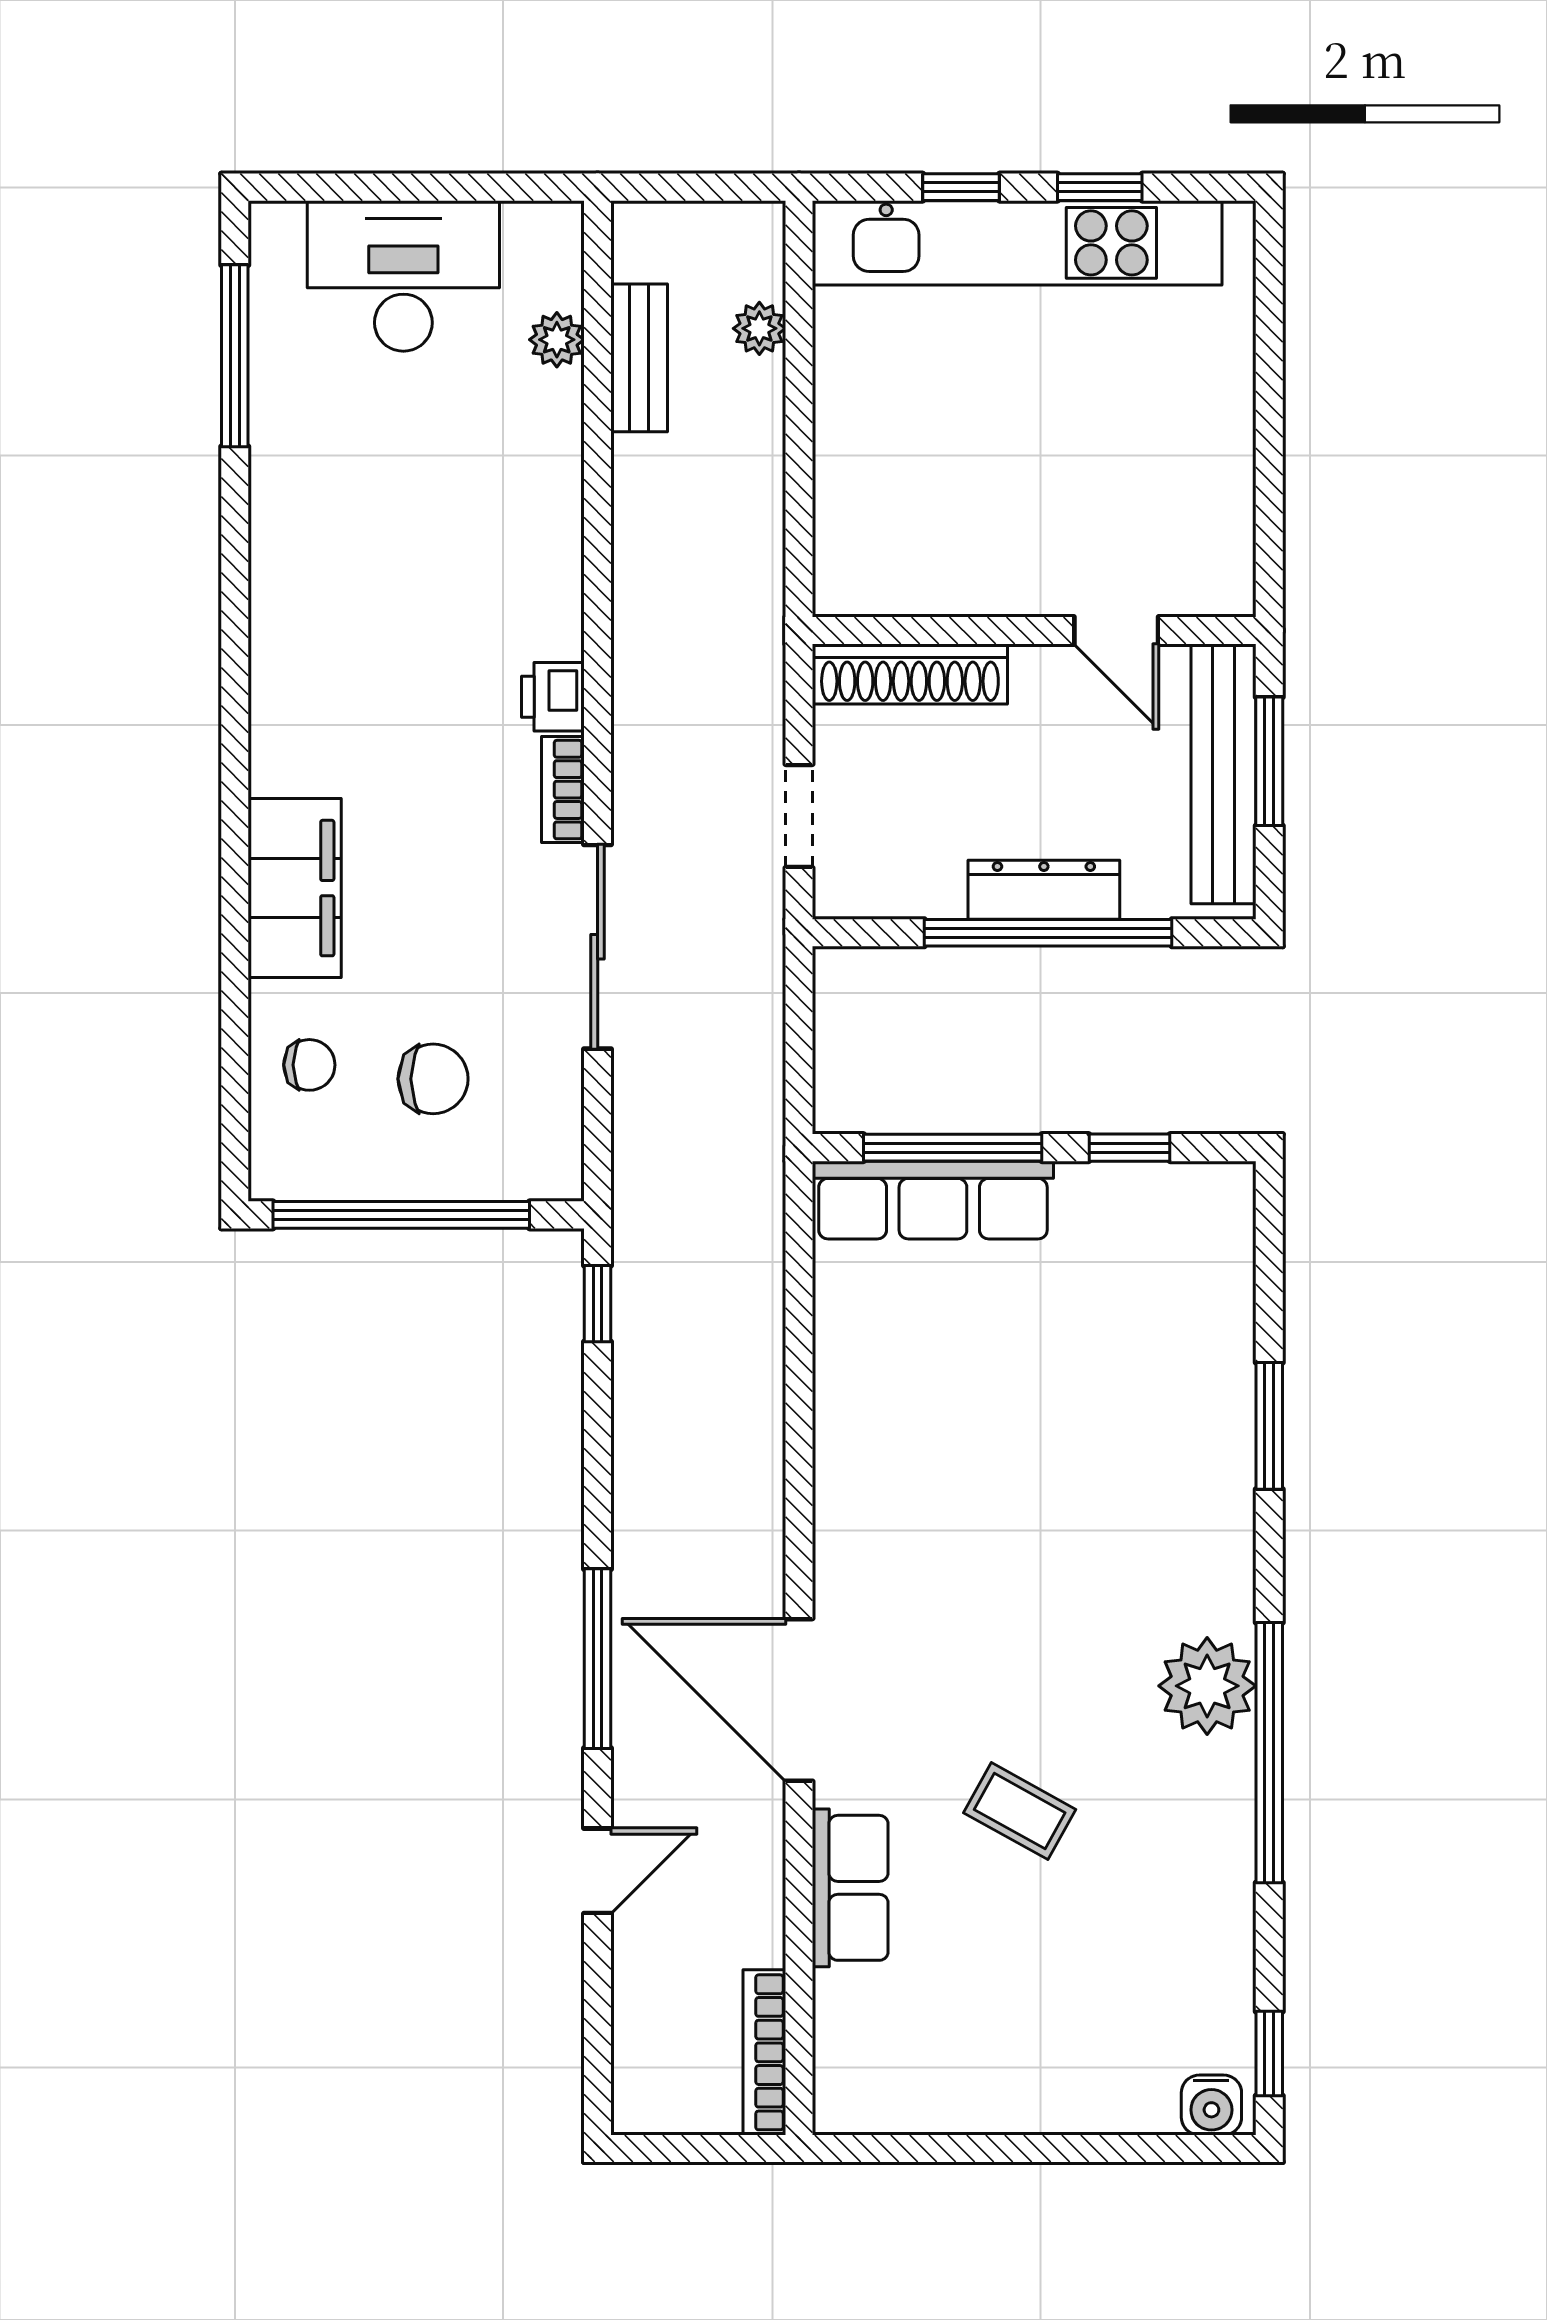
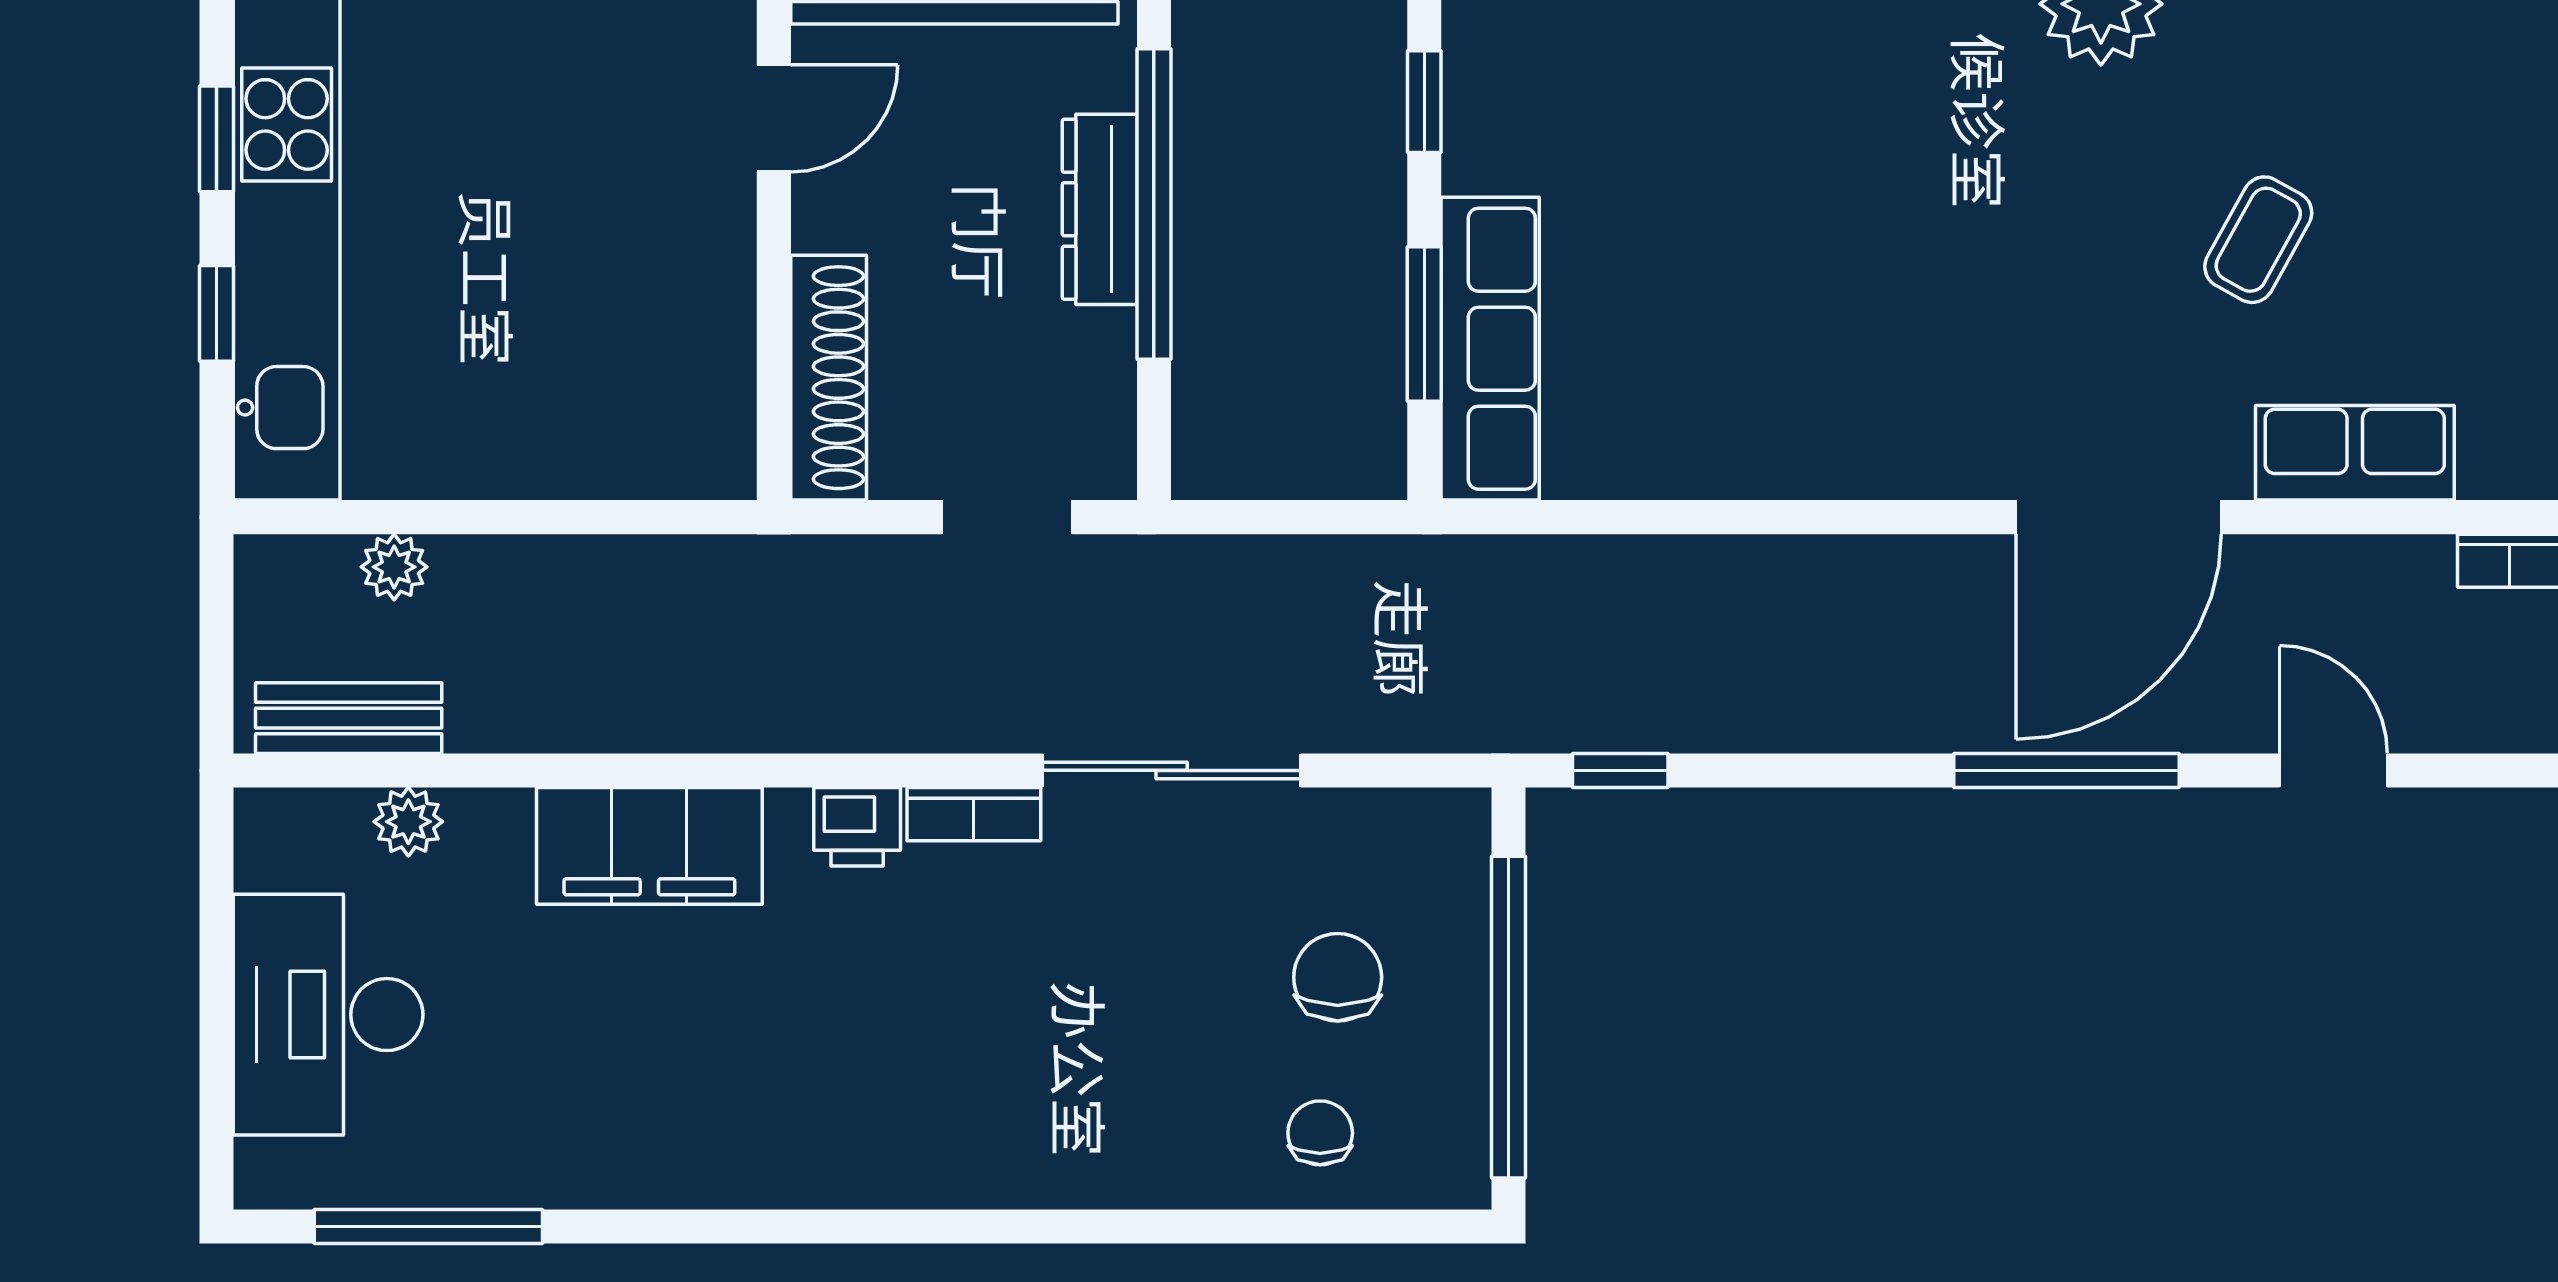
bench: (639, 358) -> (349, 718), moved
filing cabinet: (295, 888) -> (649, 846), moved, turned 180
window: (953, 1148) -> (1424, 324), width x0.69

